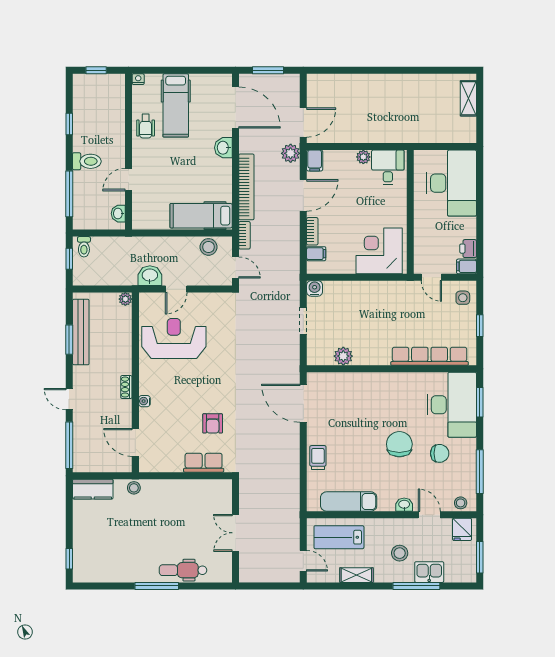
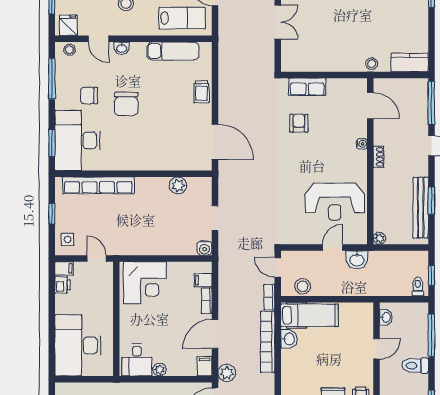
washbasin: (223, 148) -> (289, 339), moved

